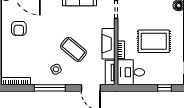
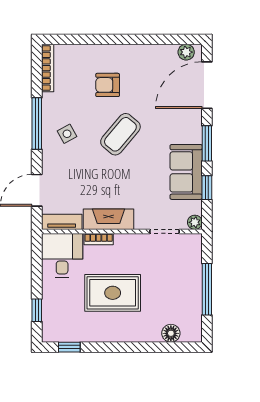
armchair: (19, 28) -> (108, 85), moved
rug: (154, 41) -> (113, 293), turned 90
coffee table: (73, 49) -> (120, 134), moved

